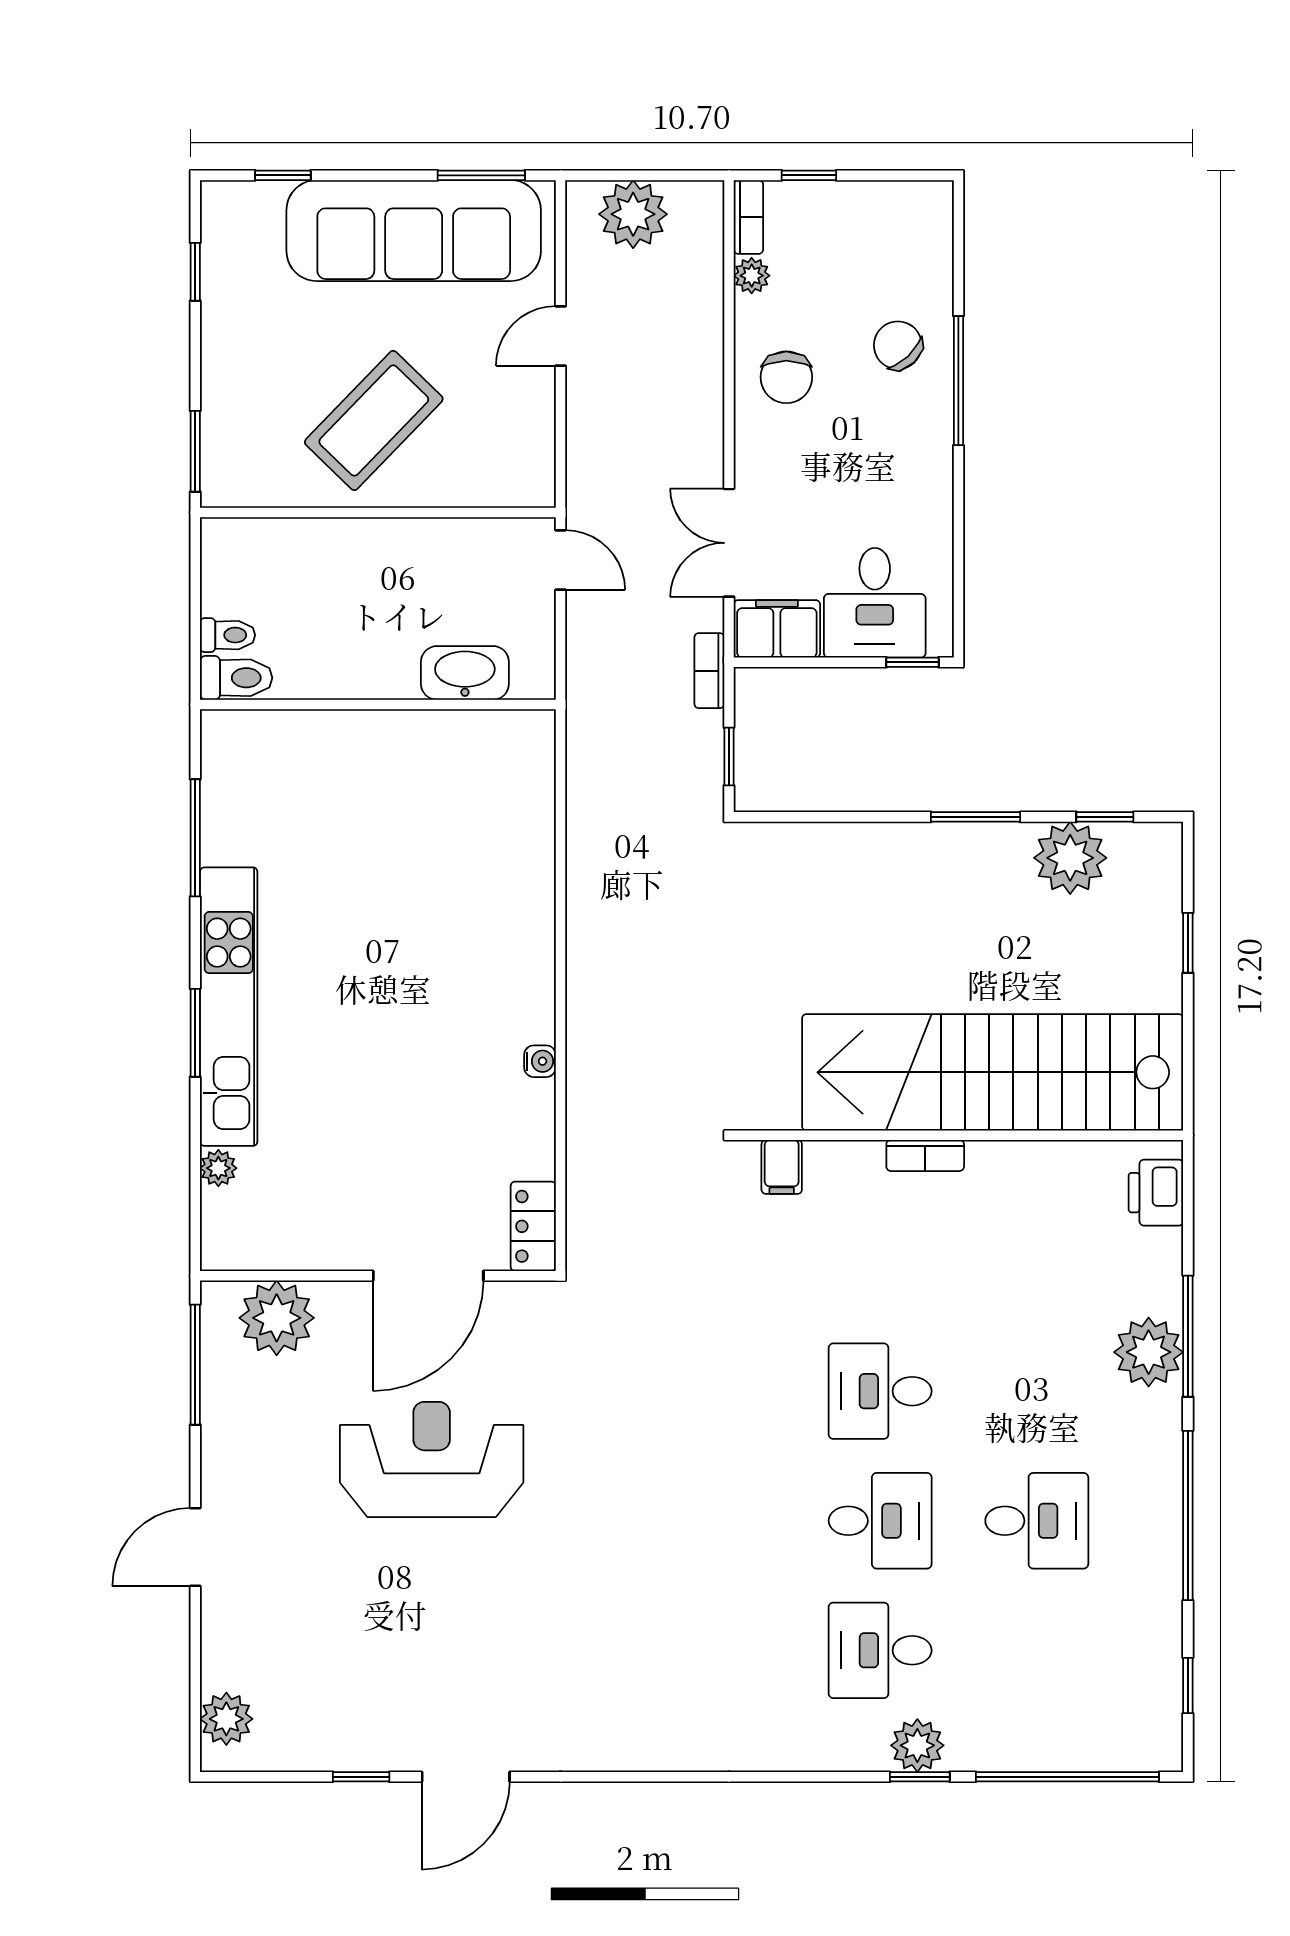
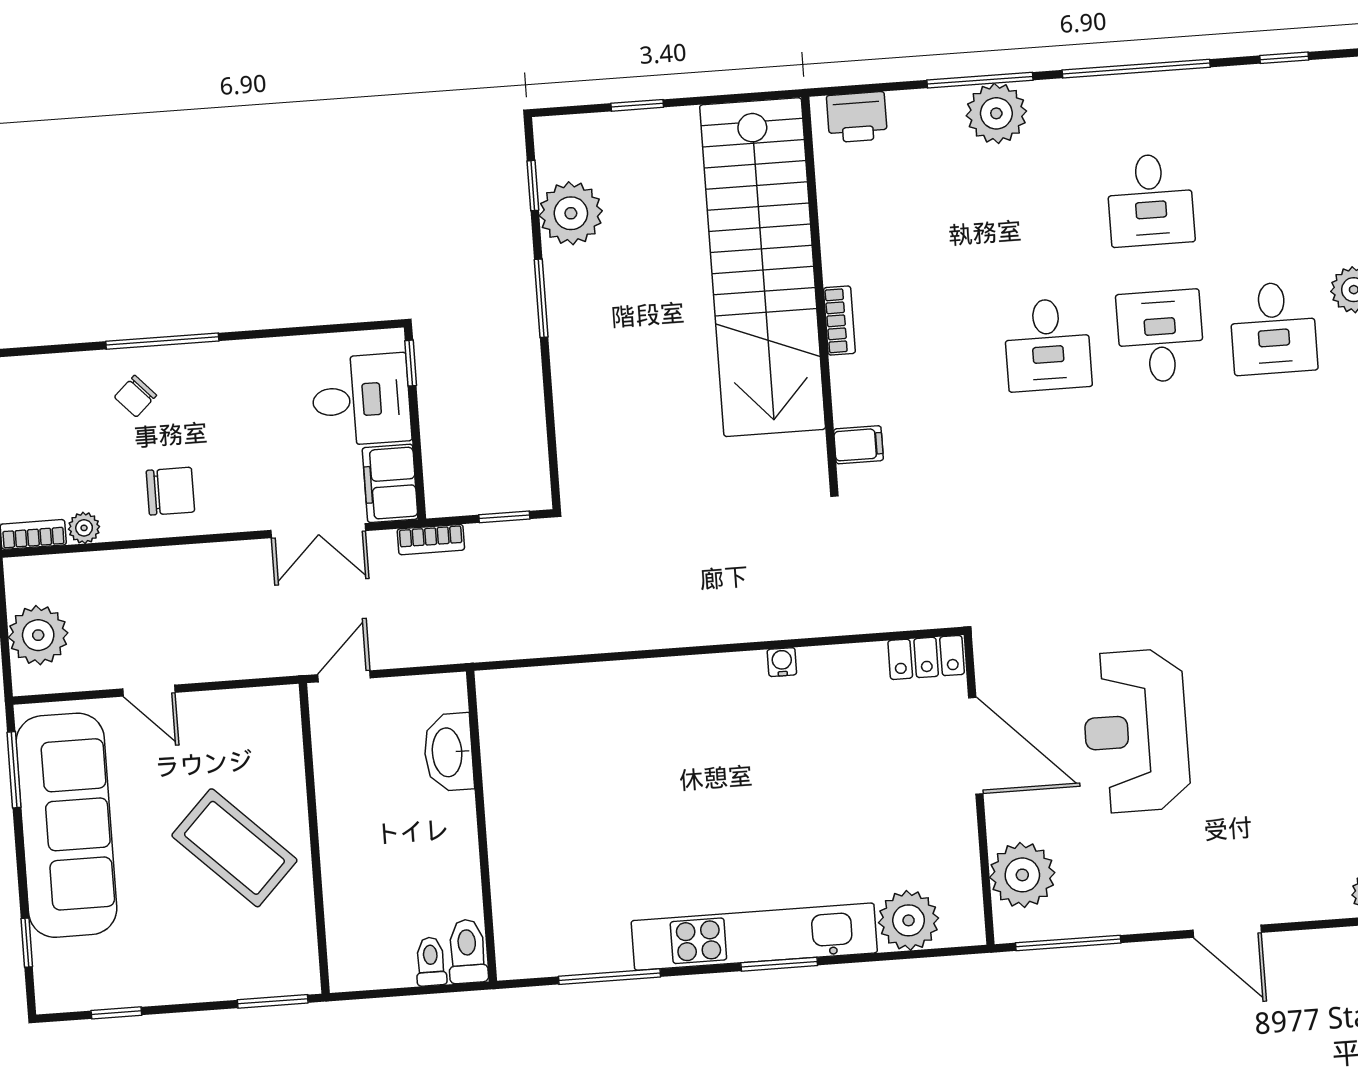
chair: (898, 345) -> (135, 396), width x0.73, depth x0.73
plant: (218, 1168) -> (909, 920), width x1.88, depth x1.88
desk: (1037, 1521) -> (1150, 200), turned 180

